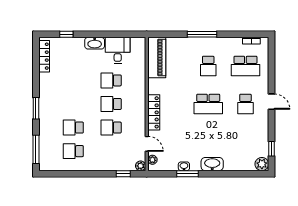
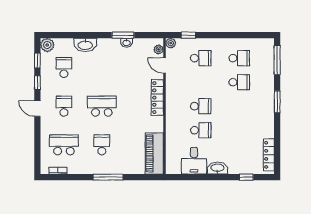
window: (271, 127) -> (37, 83), added
school desk: (111, 128) -> (201, 58), moved
school desk: (245, 142) -> (64, 67), added
washbasin: (212, 164) -> (85, 45), moved

